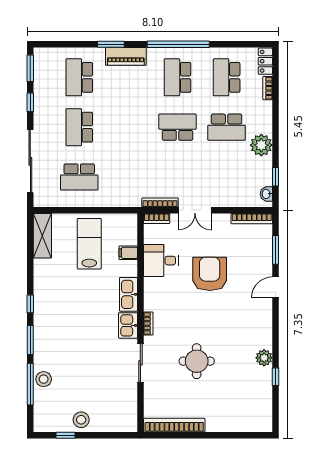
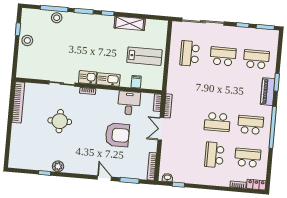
school desk: (177, 127) -> (217, 122), turned 90
plant: (261, 145) -> (200, 177), removed
shelving: (42, 236) -> (130, 23), moved

